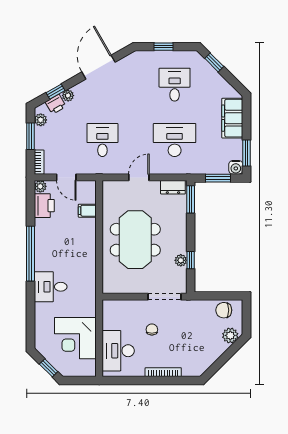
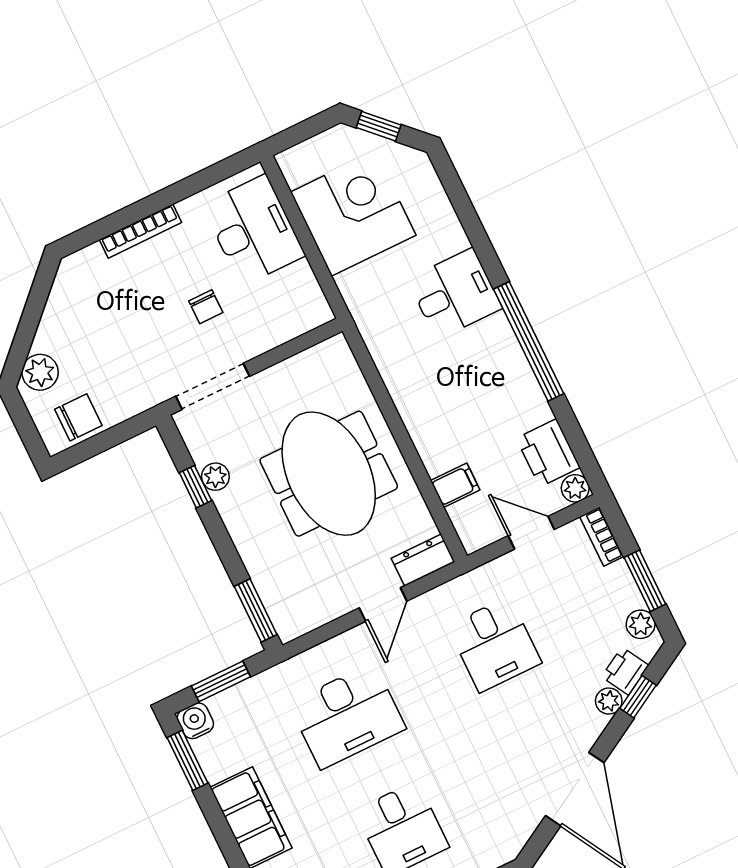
dresser: (173, 187) -> (423, 560), moved

